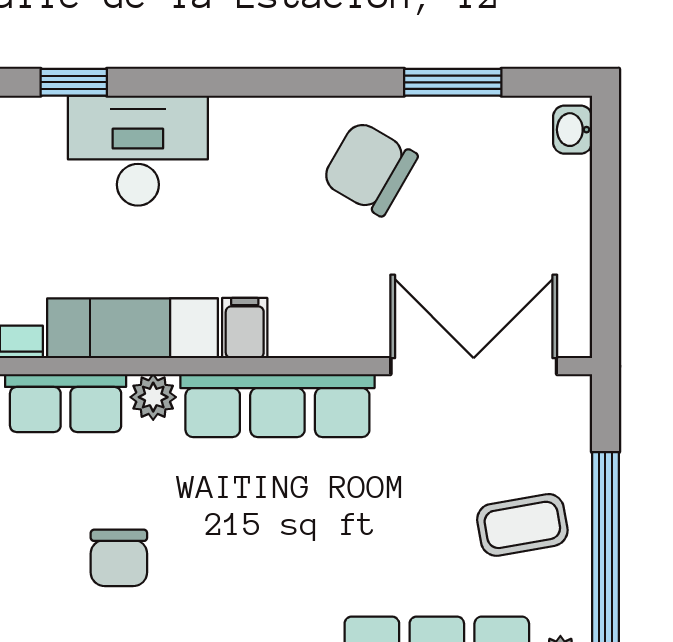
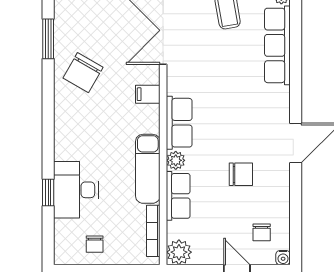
desk: (138, 151) -> (76, 190), moved
filing cabinet: (245, 328) -> (148, 94), moved
row of seats: (277, 406) -> (179, 123), width x0.68

